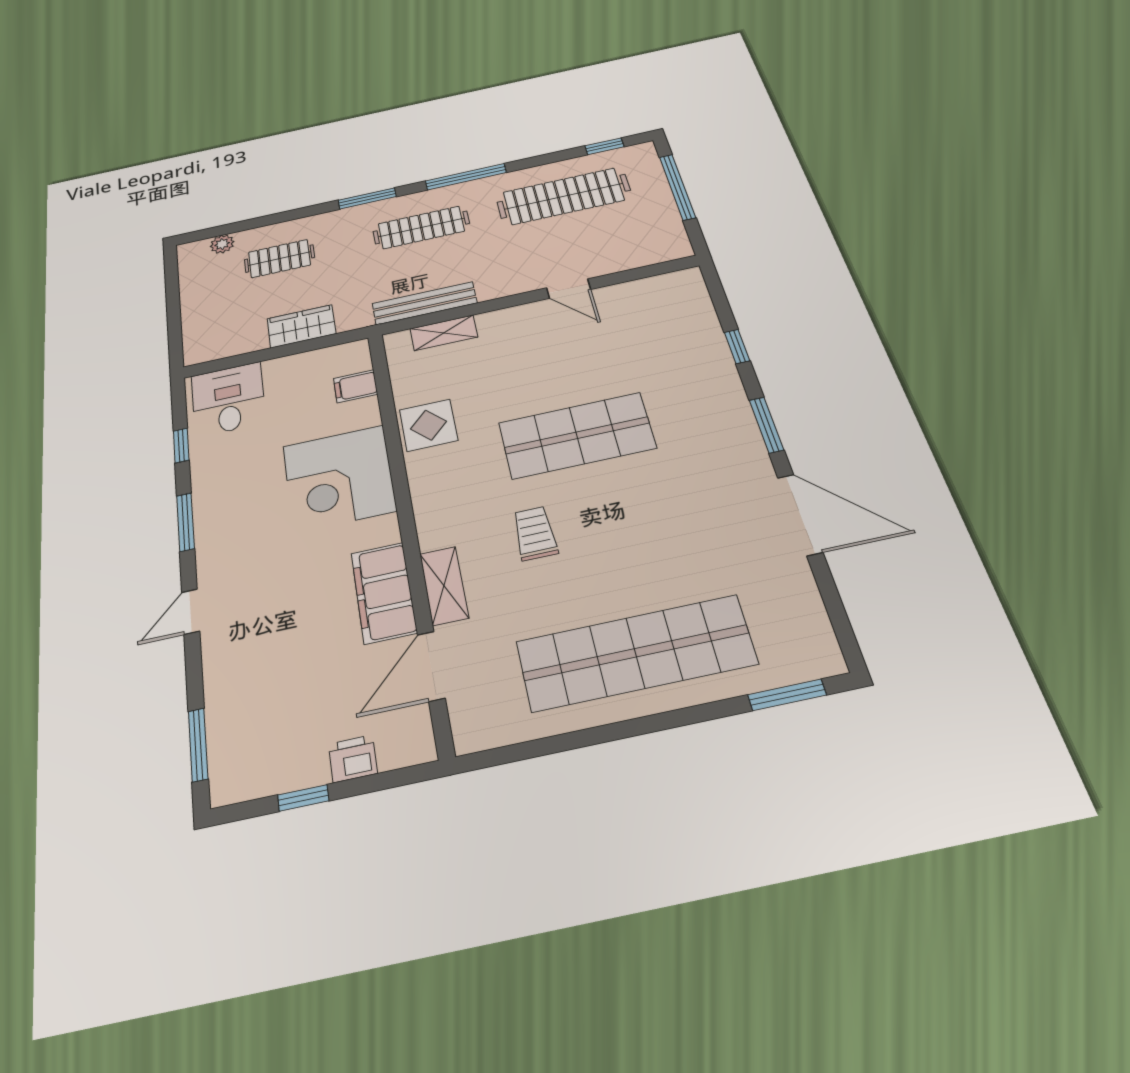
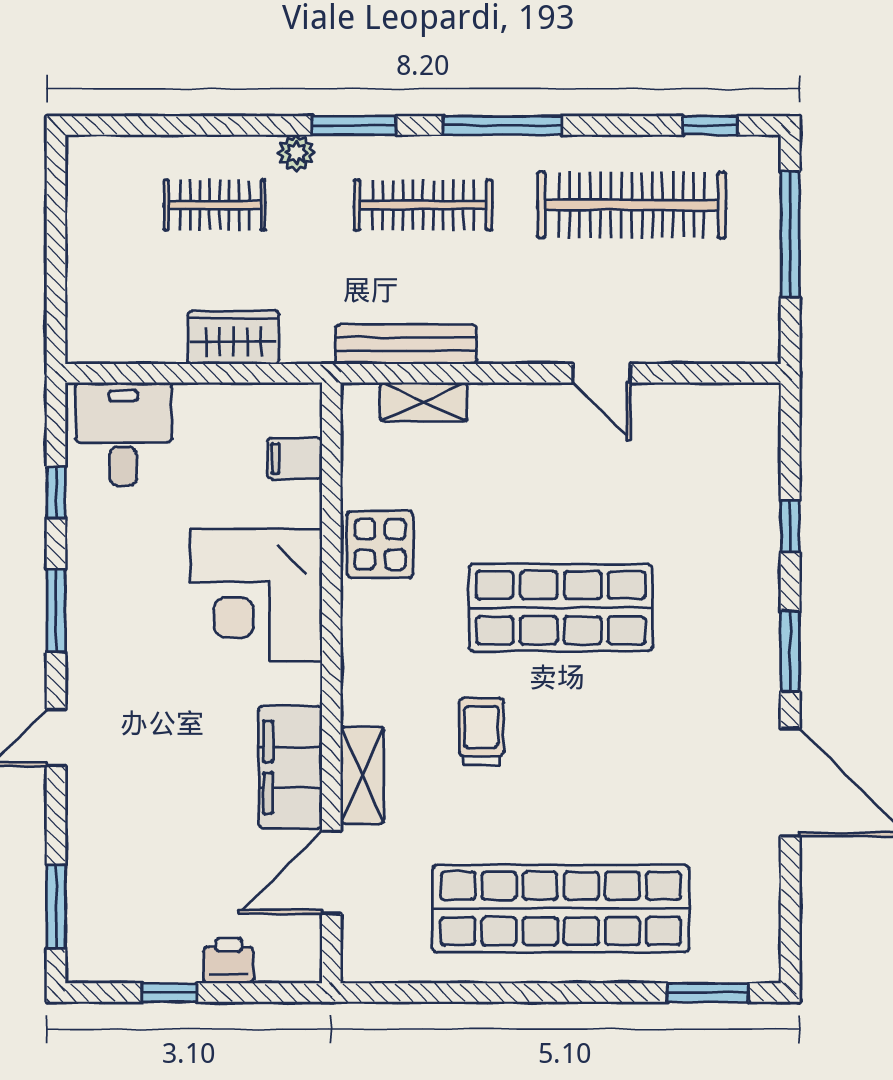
plant: (222, 244) -> (296, 153), moved

